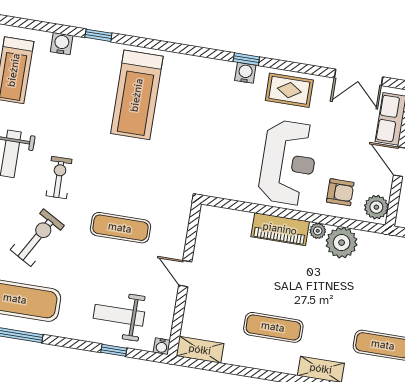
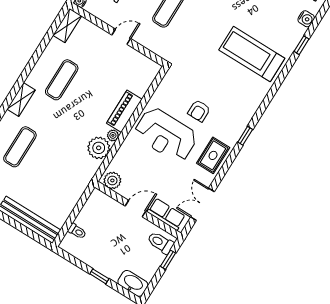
water cooler: (245, 73) -> (237, 131), removed
armchair: (340, 192) -> (199, 111), moved

